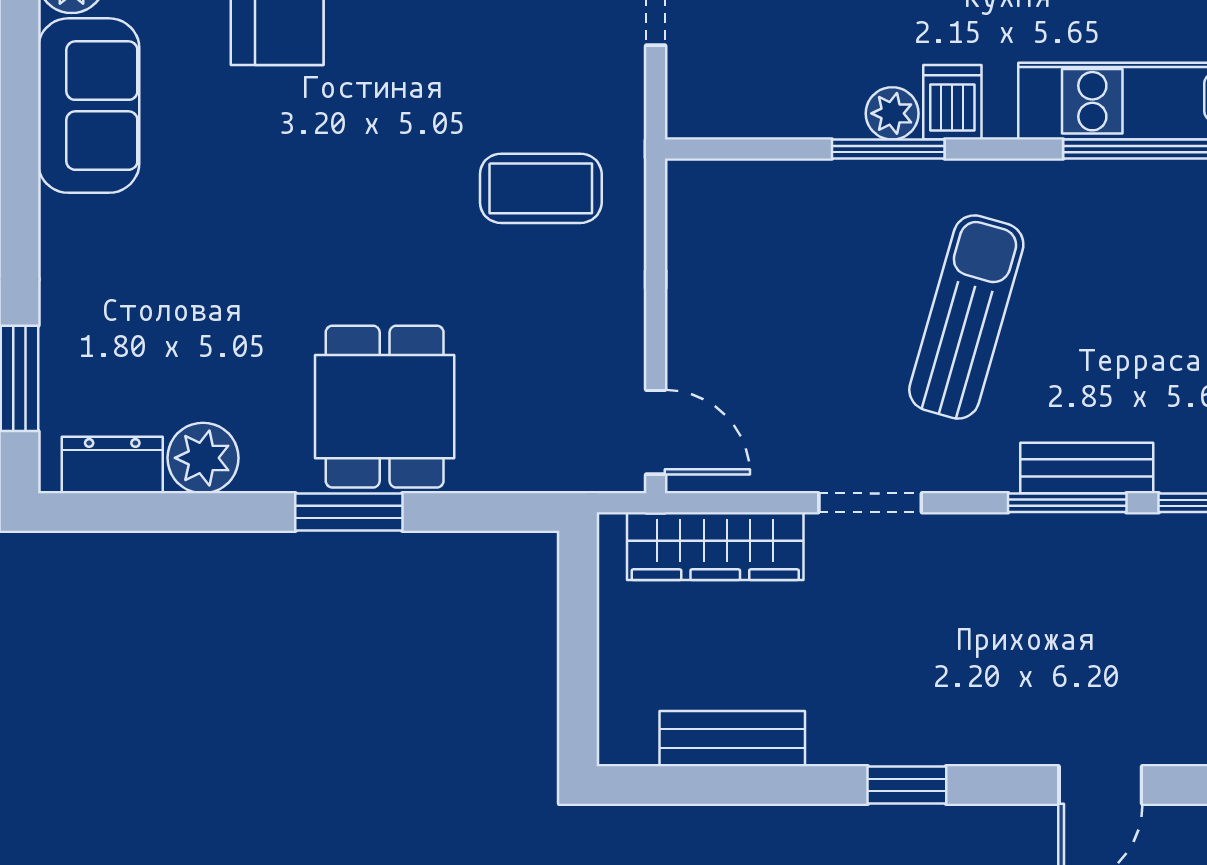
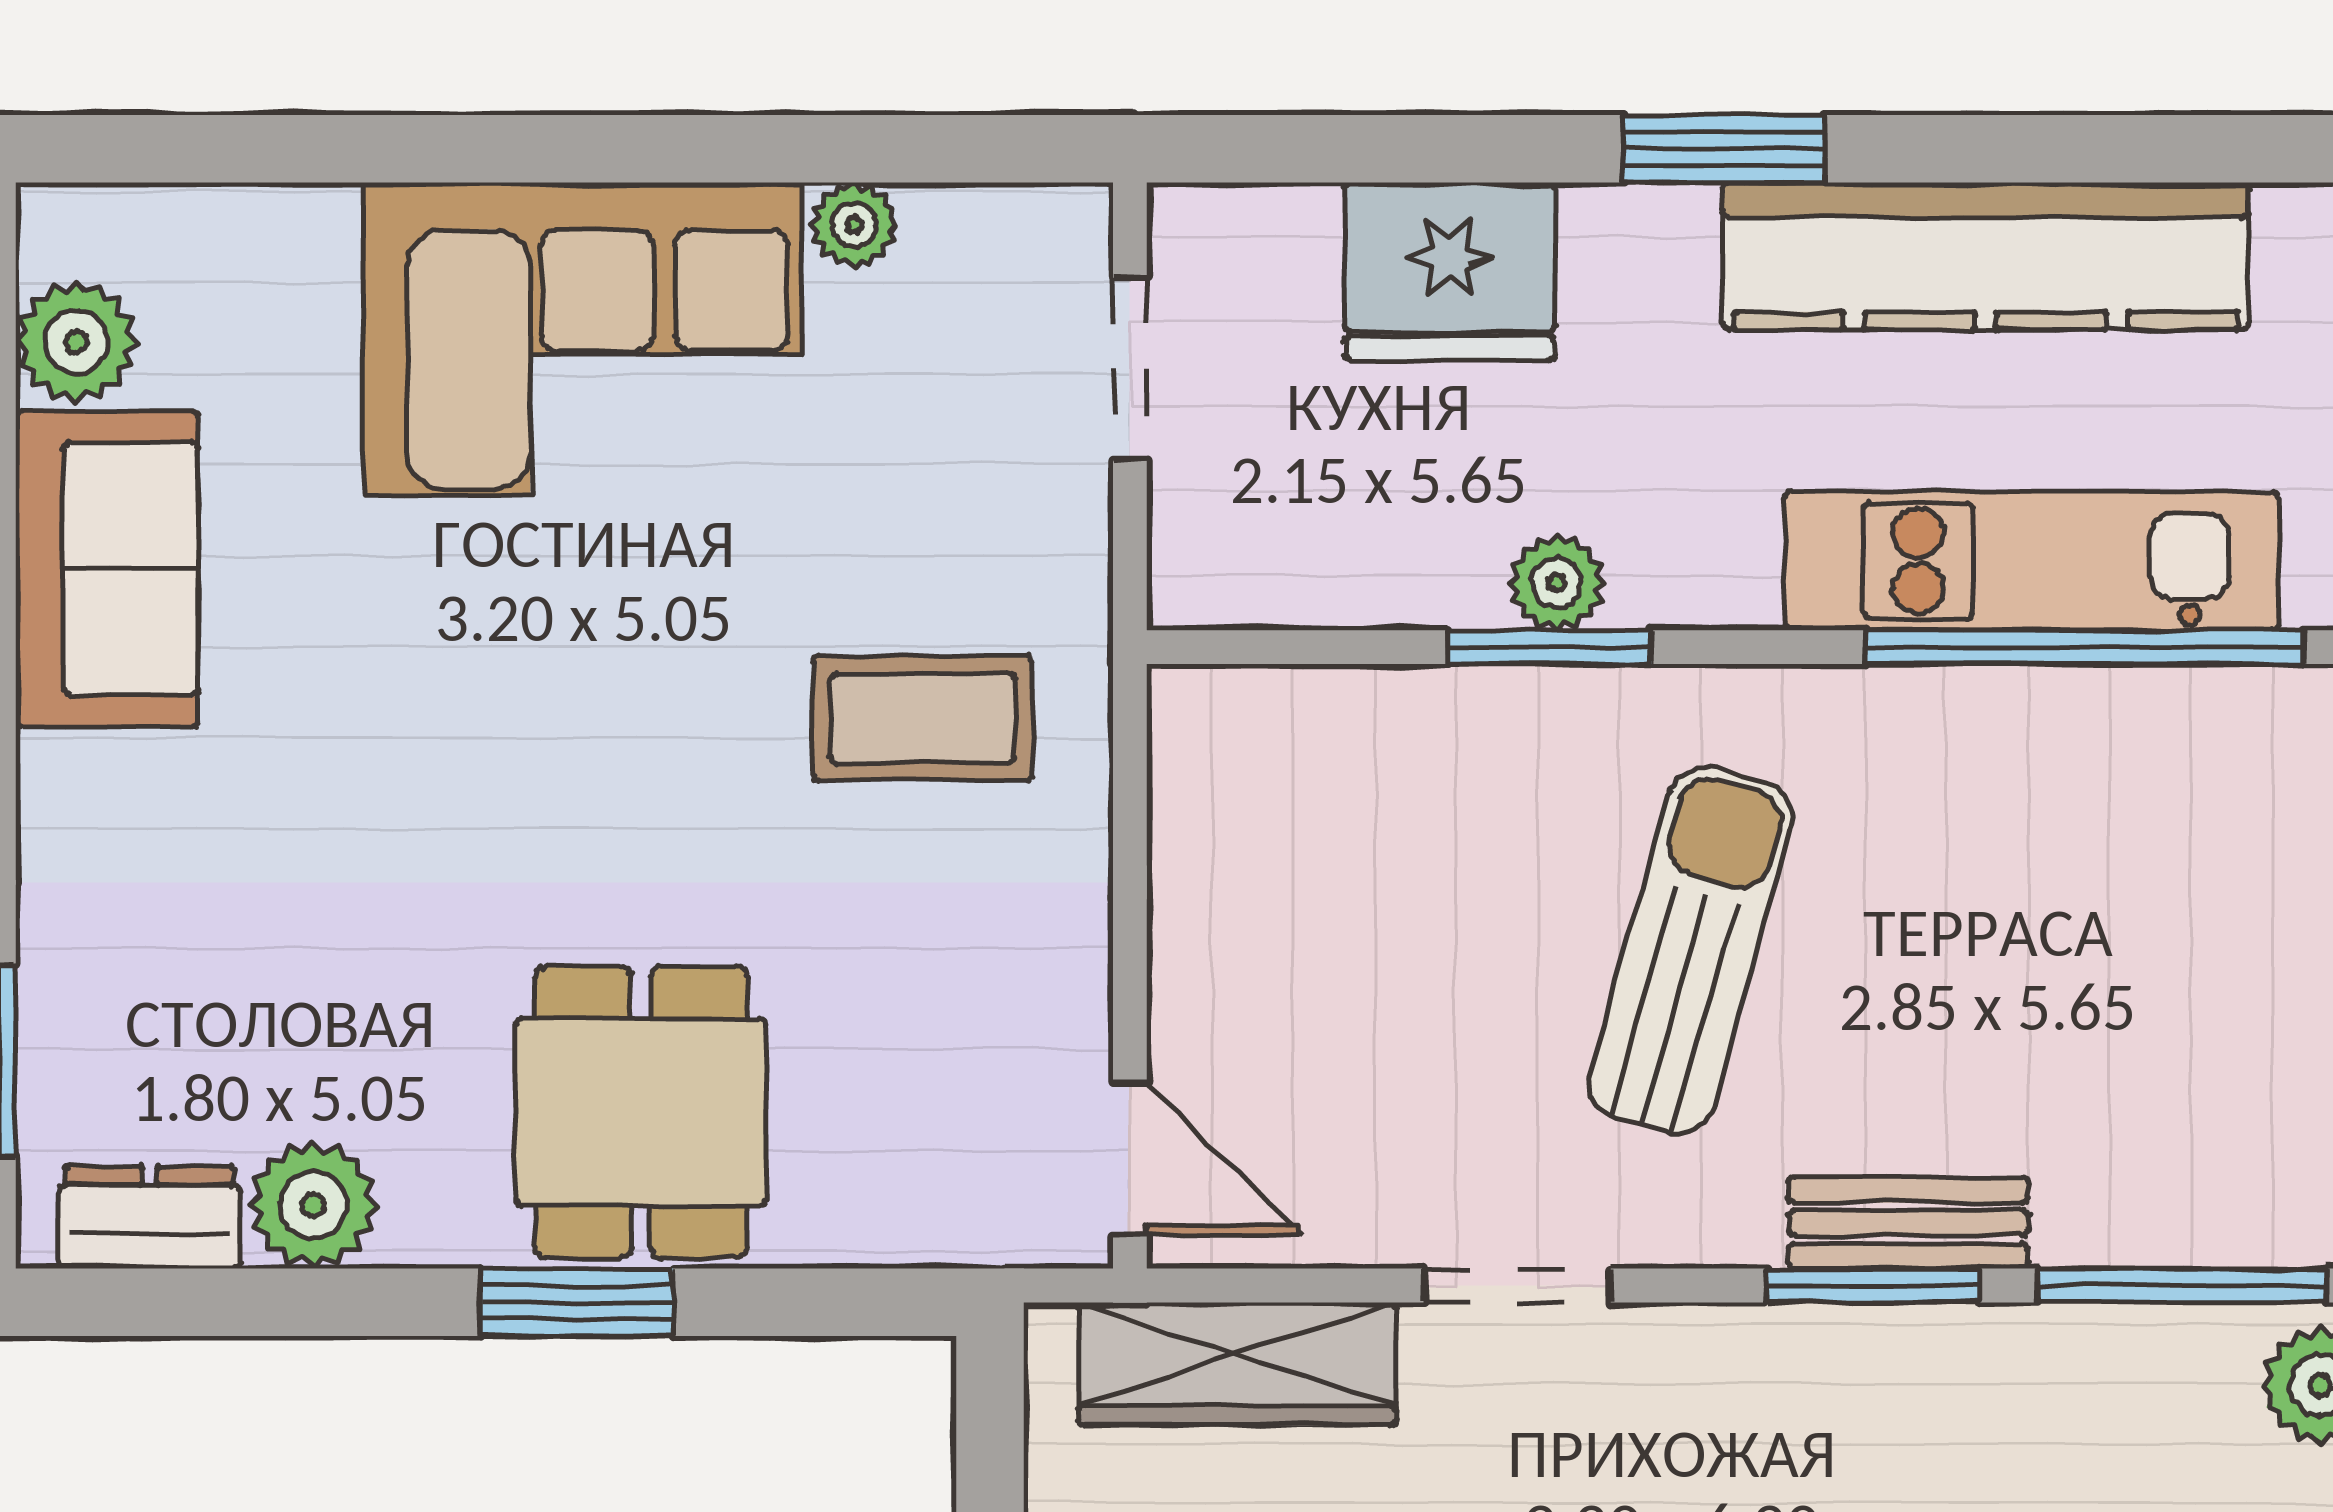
dishwasher: (952, 102) -> (1666, 563), removed

